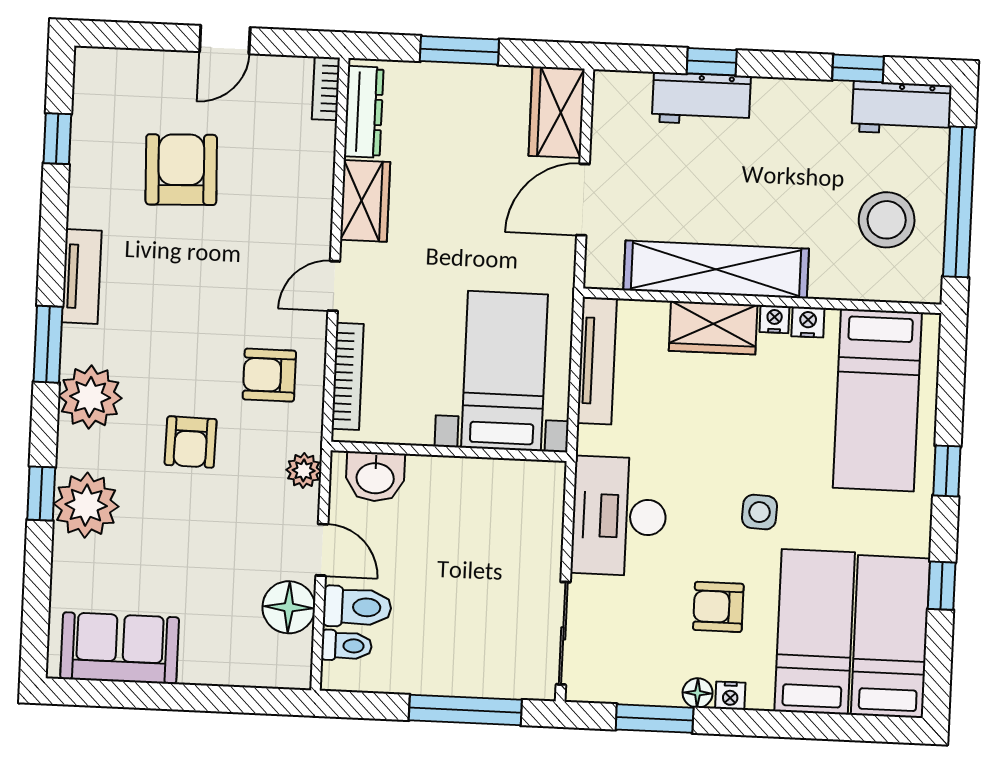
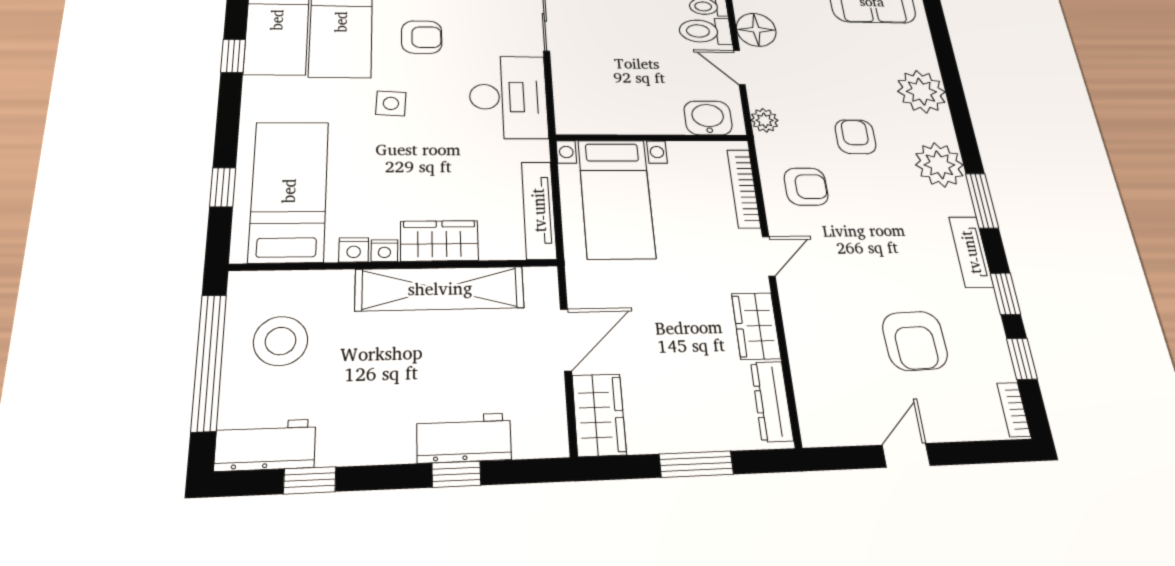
bookcase: (326, 88) -> (1014, 410), moved, turned 180
window: (947, 471) -> (223, 187), moved
window: (41, 493) -> (1005, 294), moved

